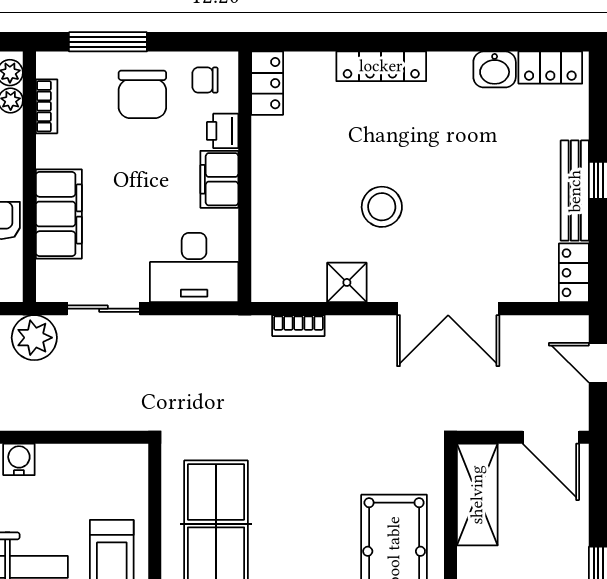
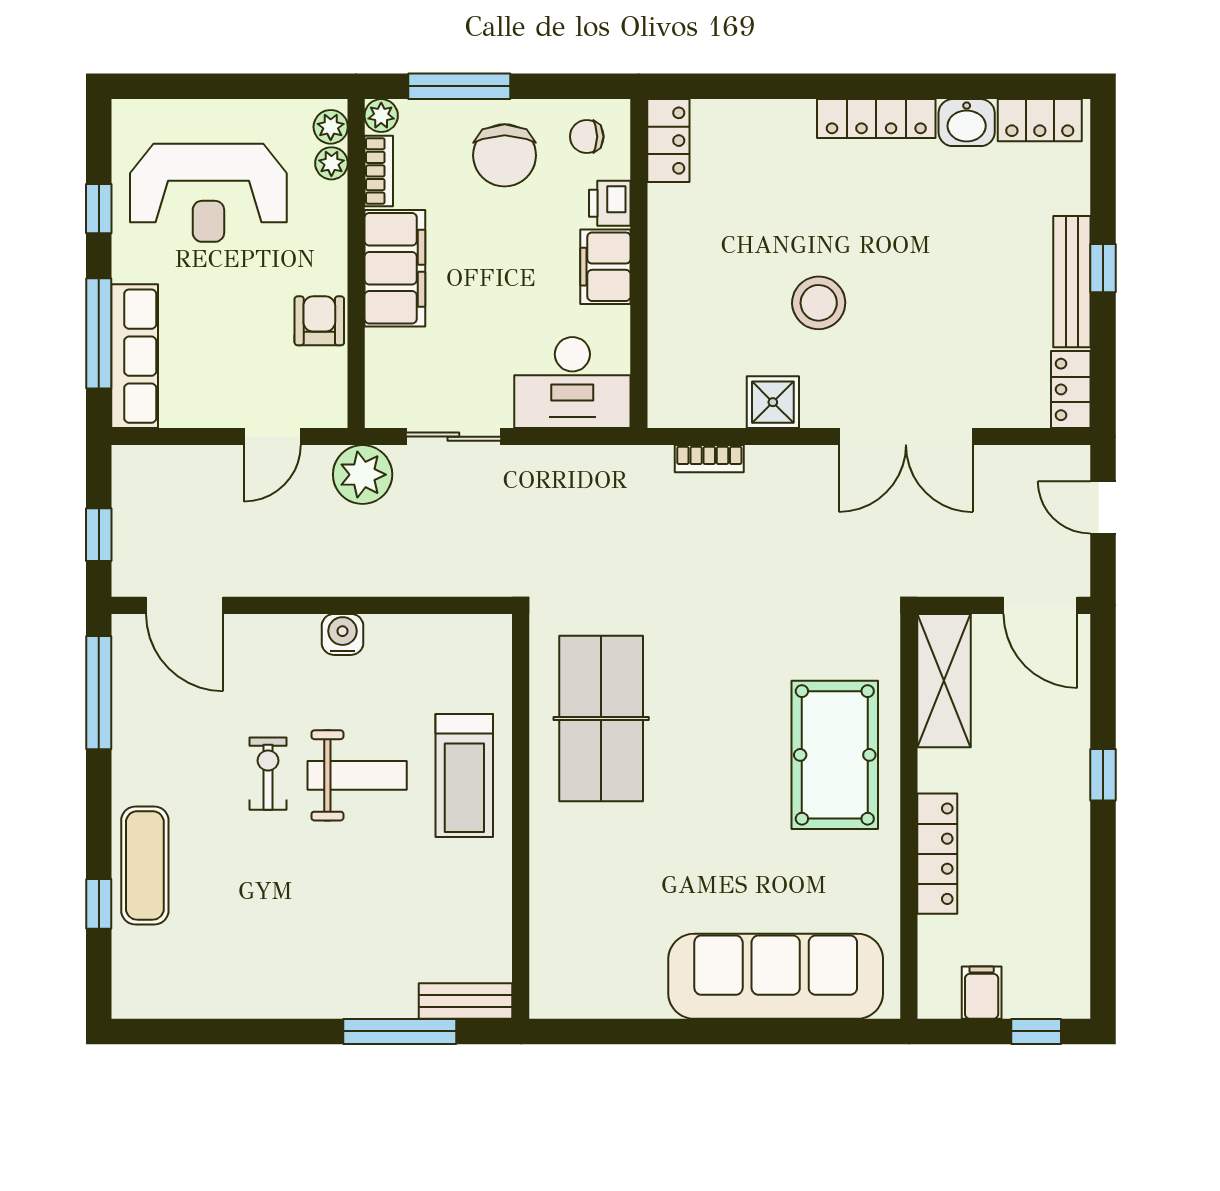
plant: (48, 64) -> (381, 116), added
locker: (381, 66) -> (876, 119), moved
filing cabinet: (59, 214) -> (395, 268), moved

